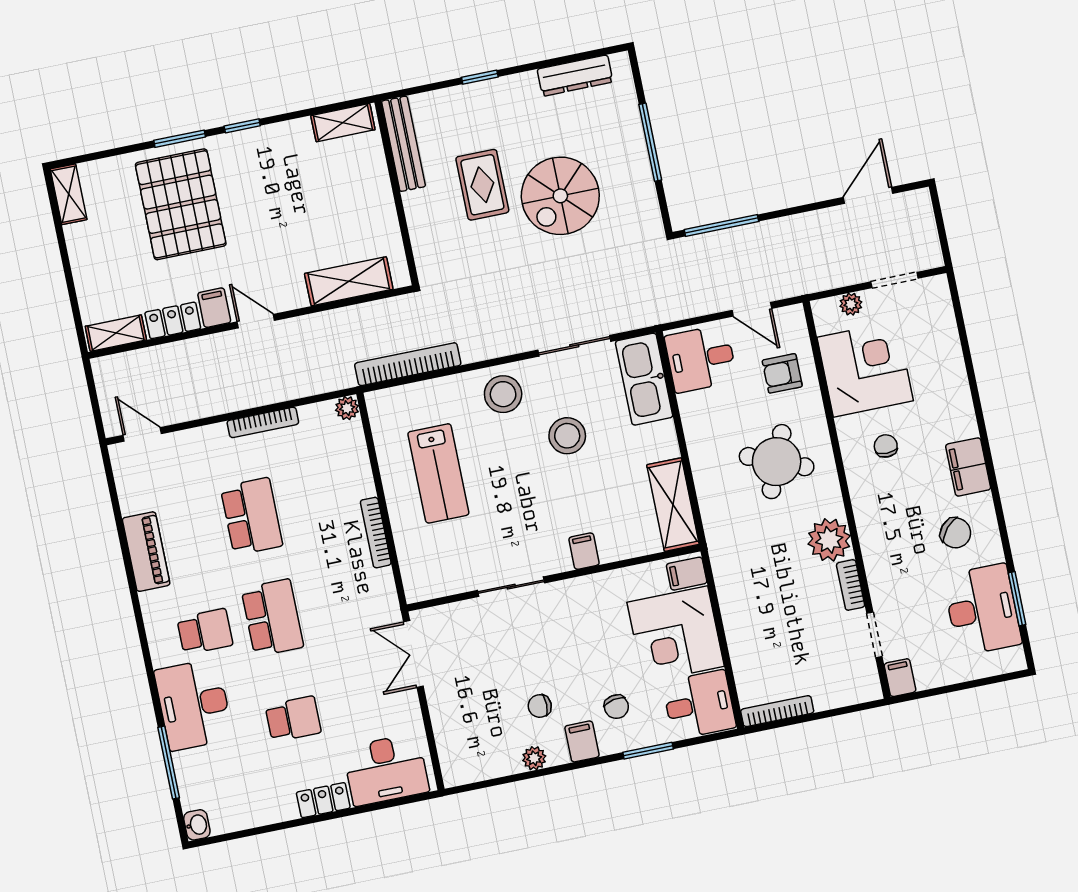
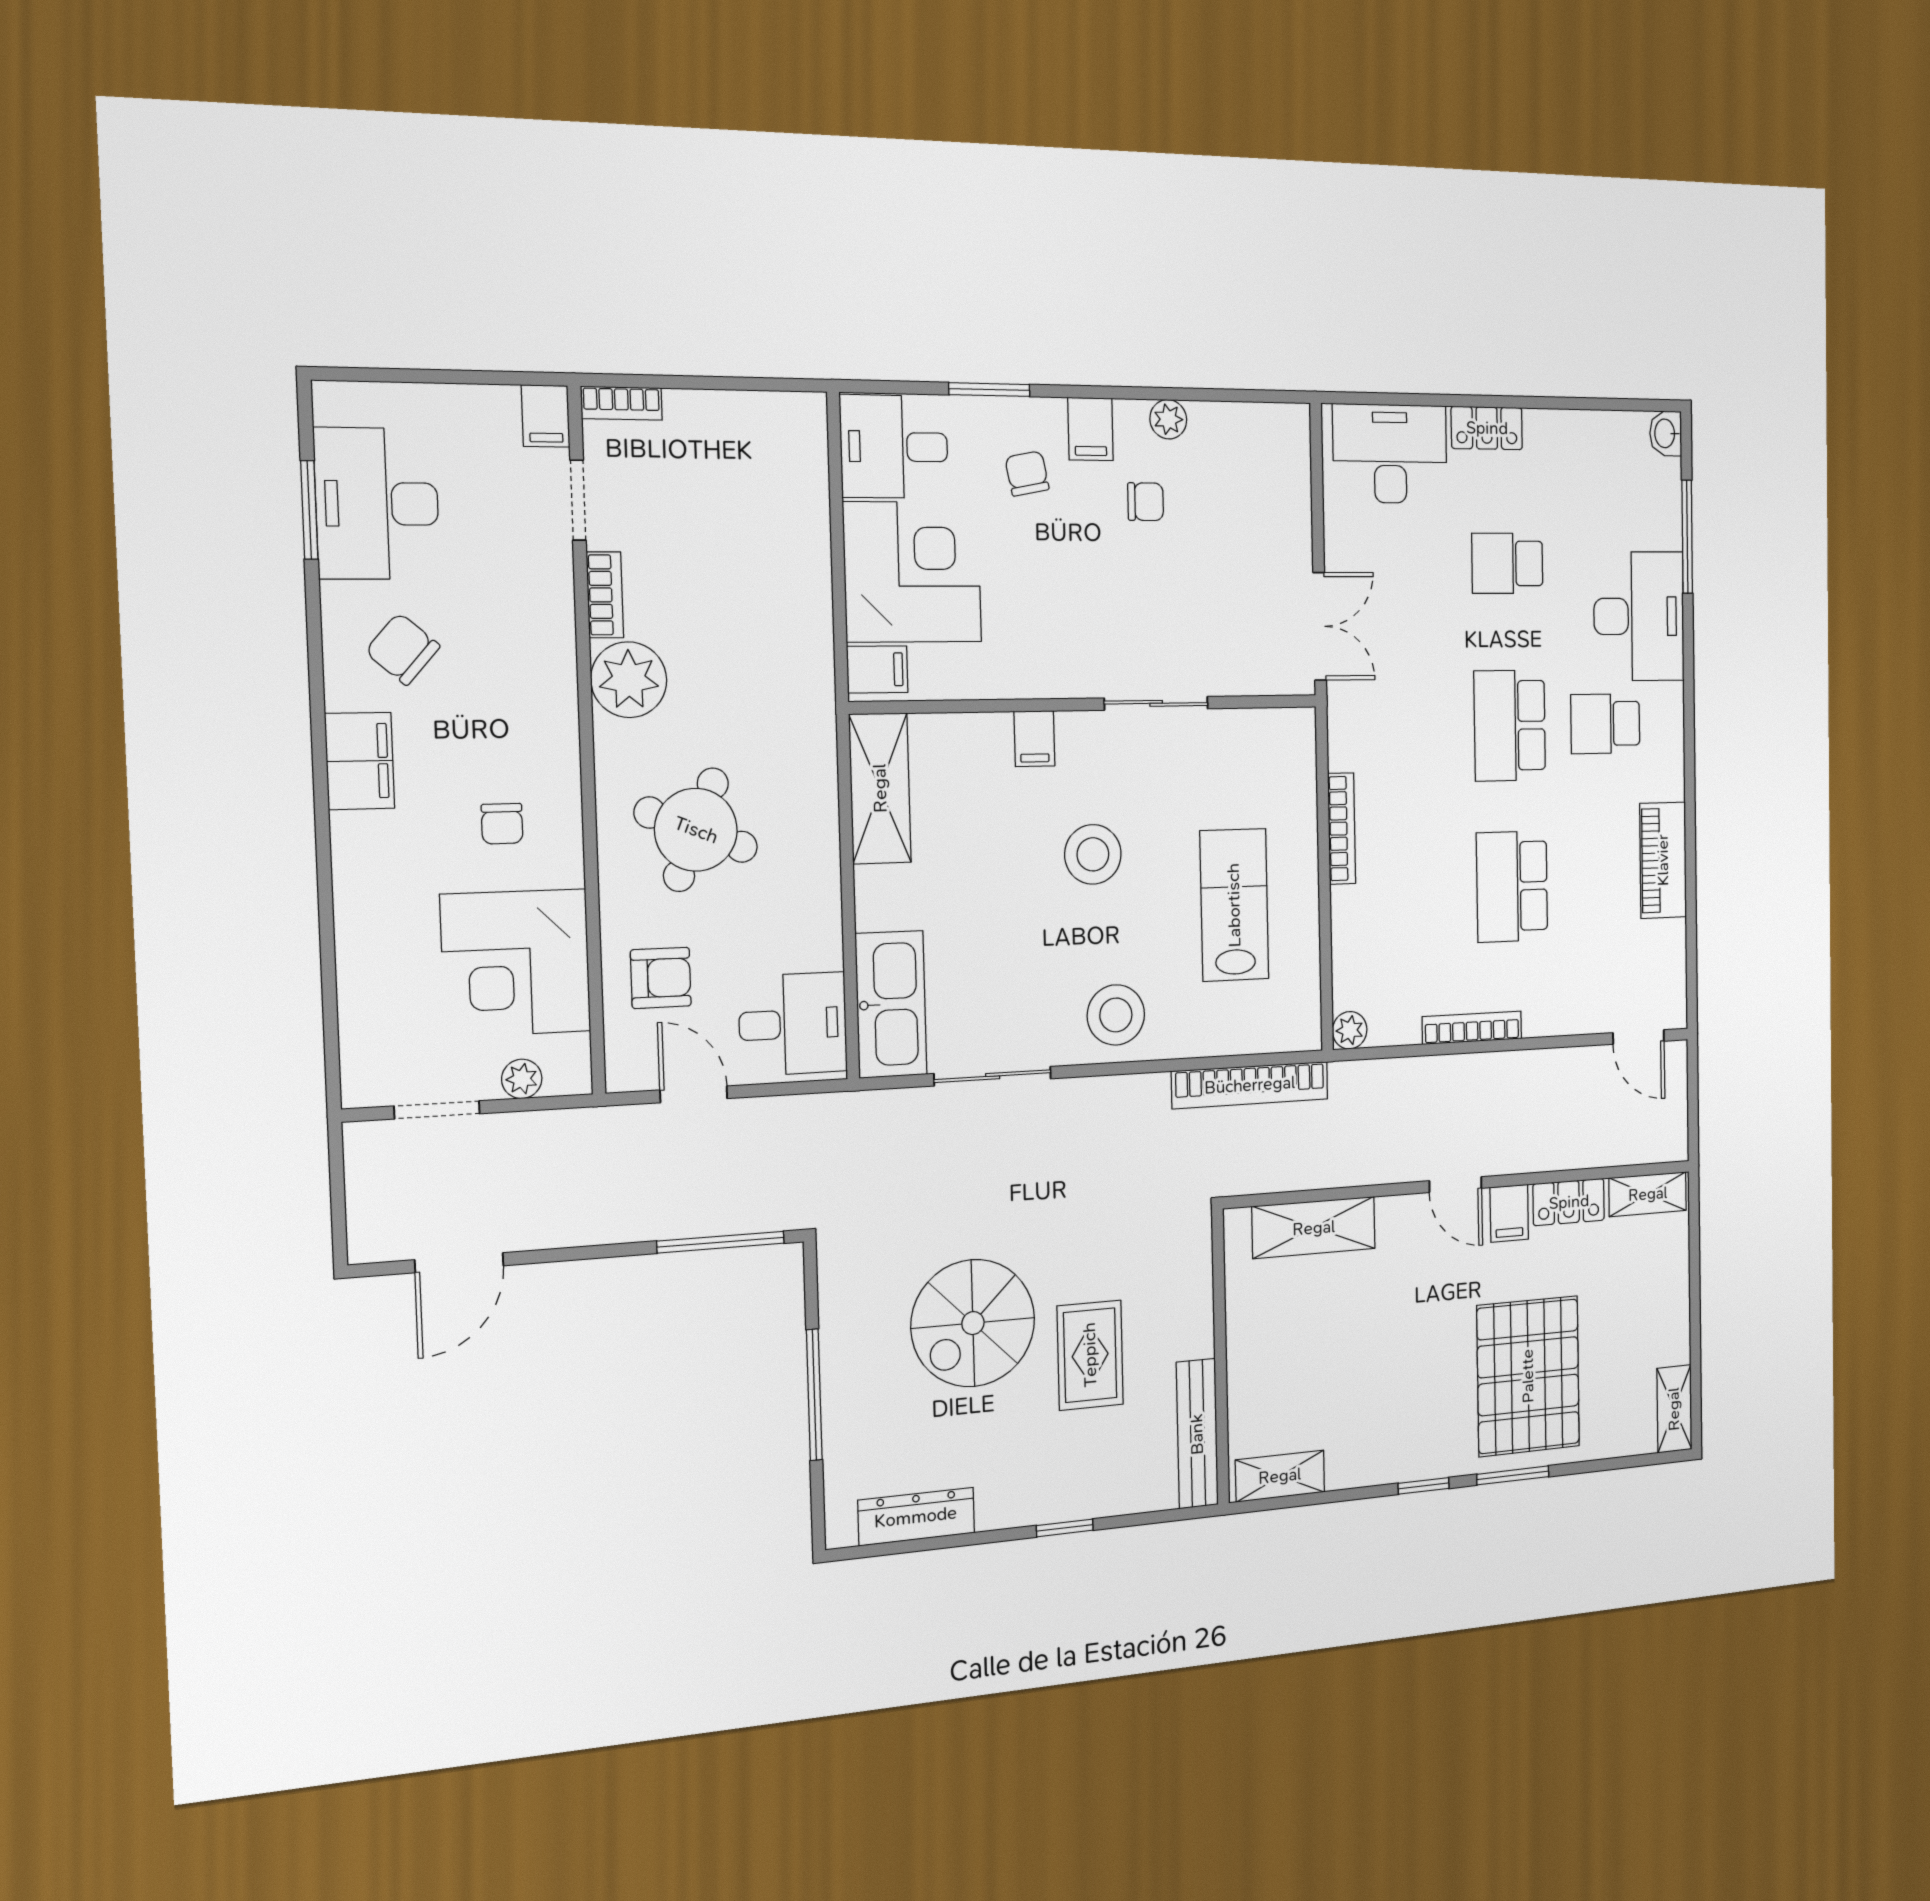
spiral stairs: (560, 196) -> (973, 1323), turned 180
stool: (567, 436) -> (1093, 854), moved
bookcase: (777, 711) -> (621, 403), moved, width x0.64

